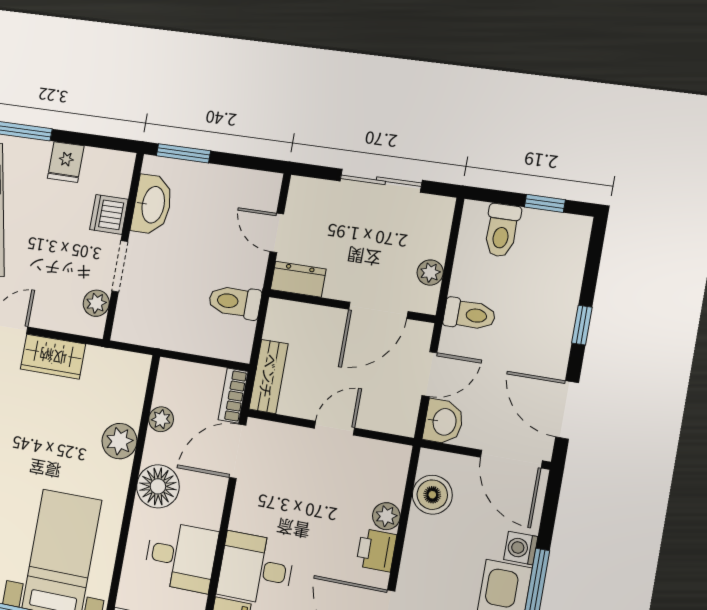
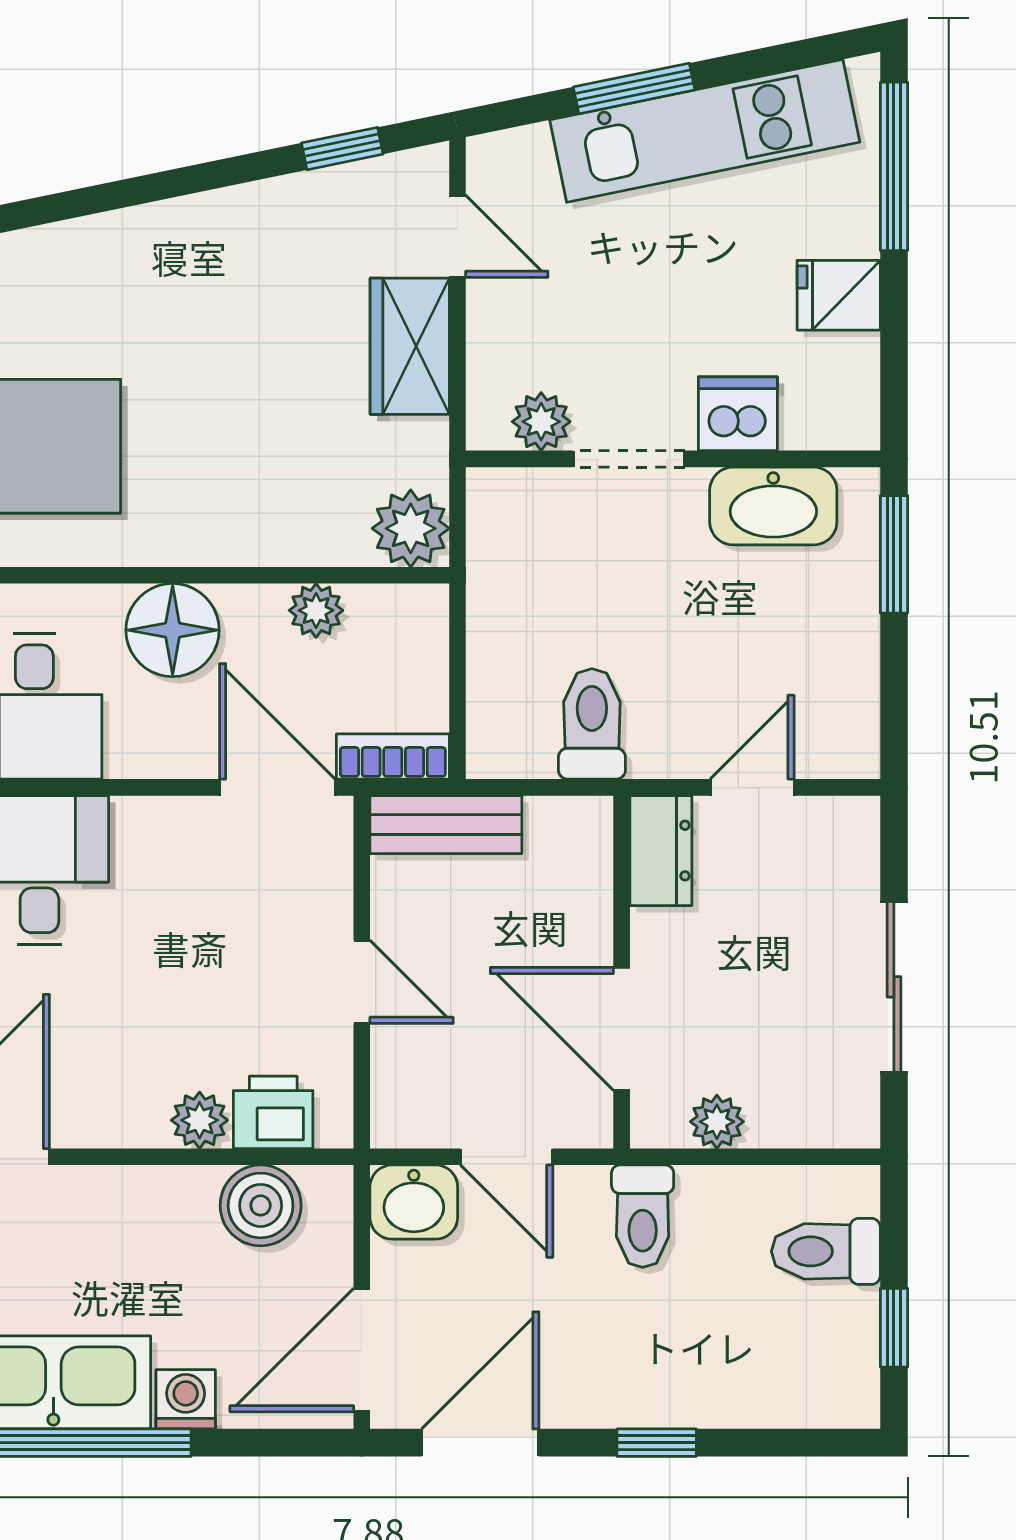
plant: (119, 441) -> (411, 528), moved
printer: (376, 550) -> (273, 1112), moved

